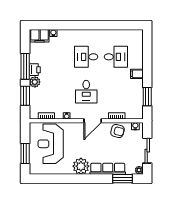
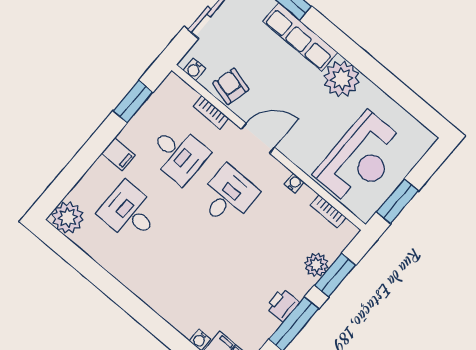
plant: (136, 37) -> (68, 218), added
desk: (86, 57) -> (178, 154), moved
plant: (35, 82) -> (316, 265), moved
window: (25, 153) -> (397, 201), moved

